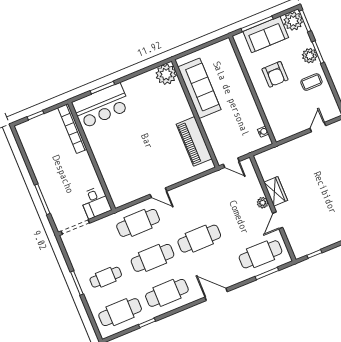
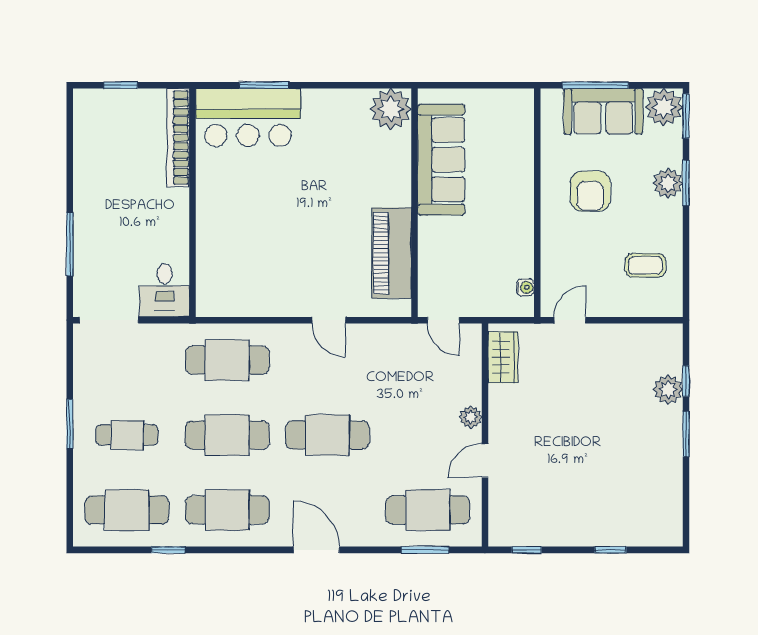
coffee table: (311, 82) -> (645, 265), moved
door: (318, 127) -> (570, 320), moved
wardrobe: (276, 191) -> (503, 357), moved
door: (158, 193) -> (329, 320), moved

